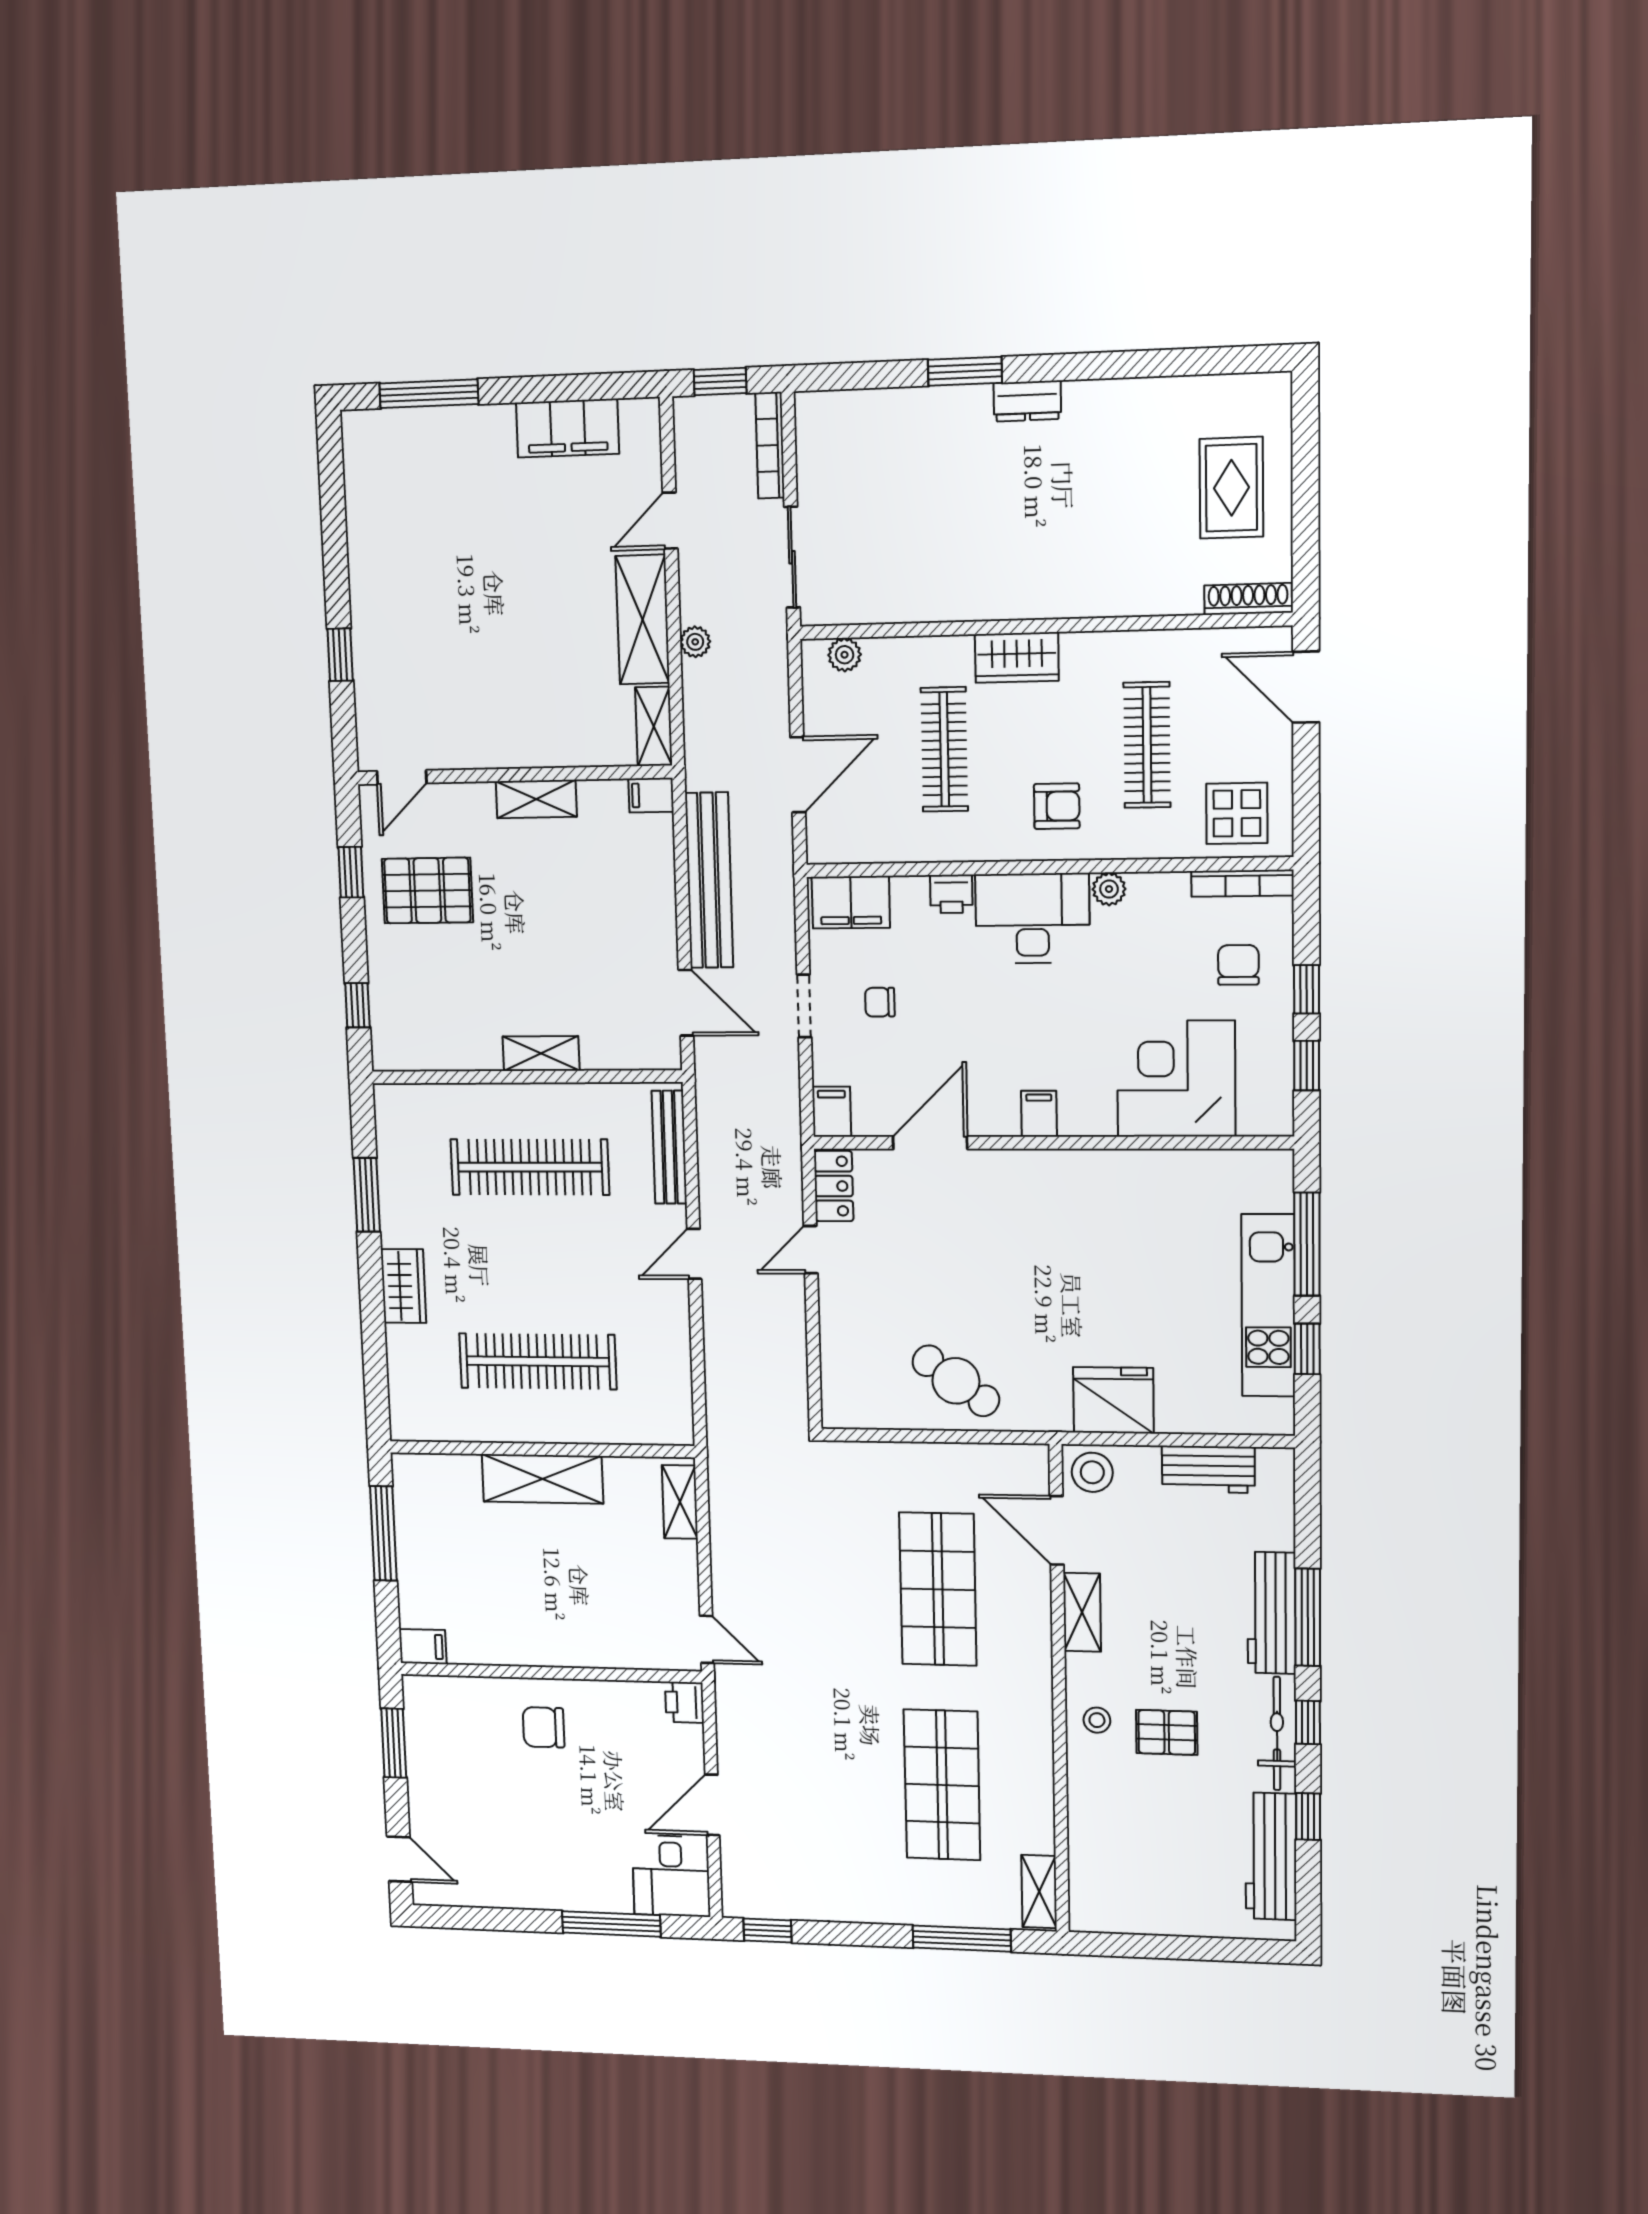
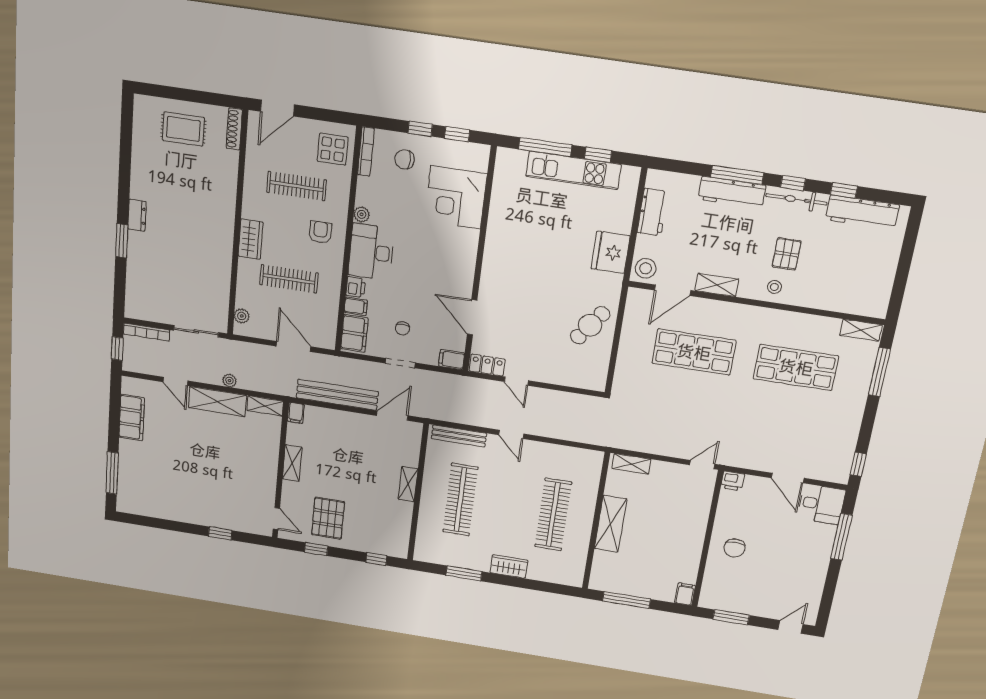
filing cabinet: (1039, 1114) -> (356, 306), moved, turned 180

